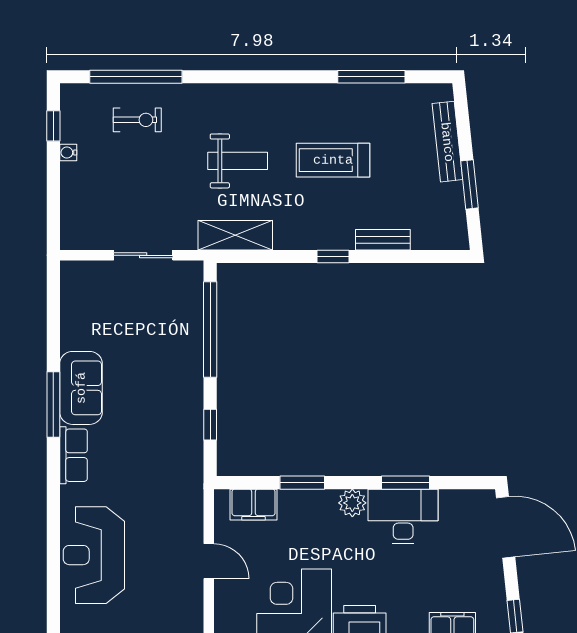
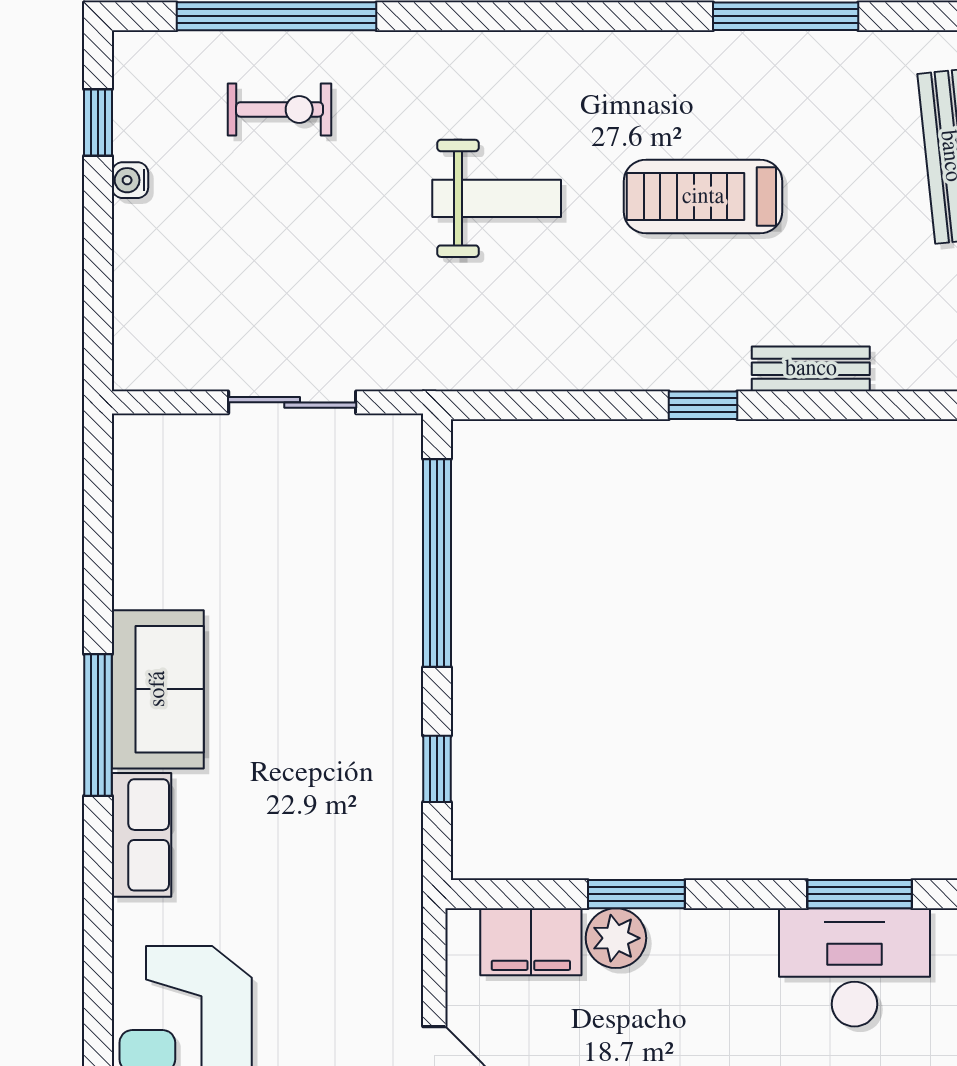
shelving: (235, 235) -> (491, 359), removed
plant: (352, 503) -> (616, 938), moved

